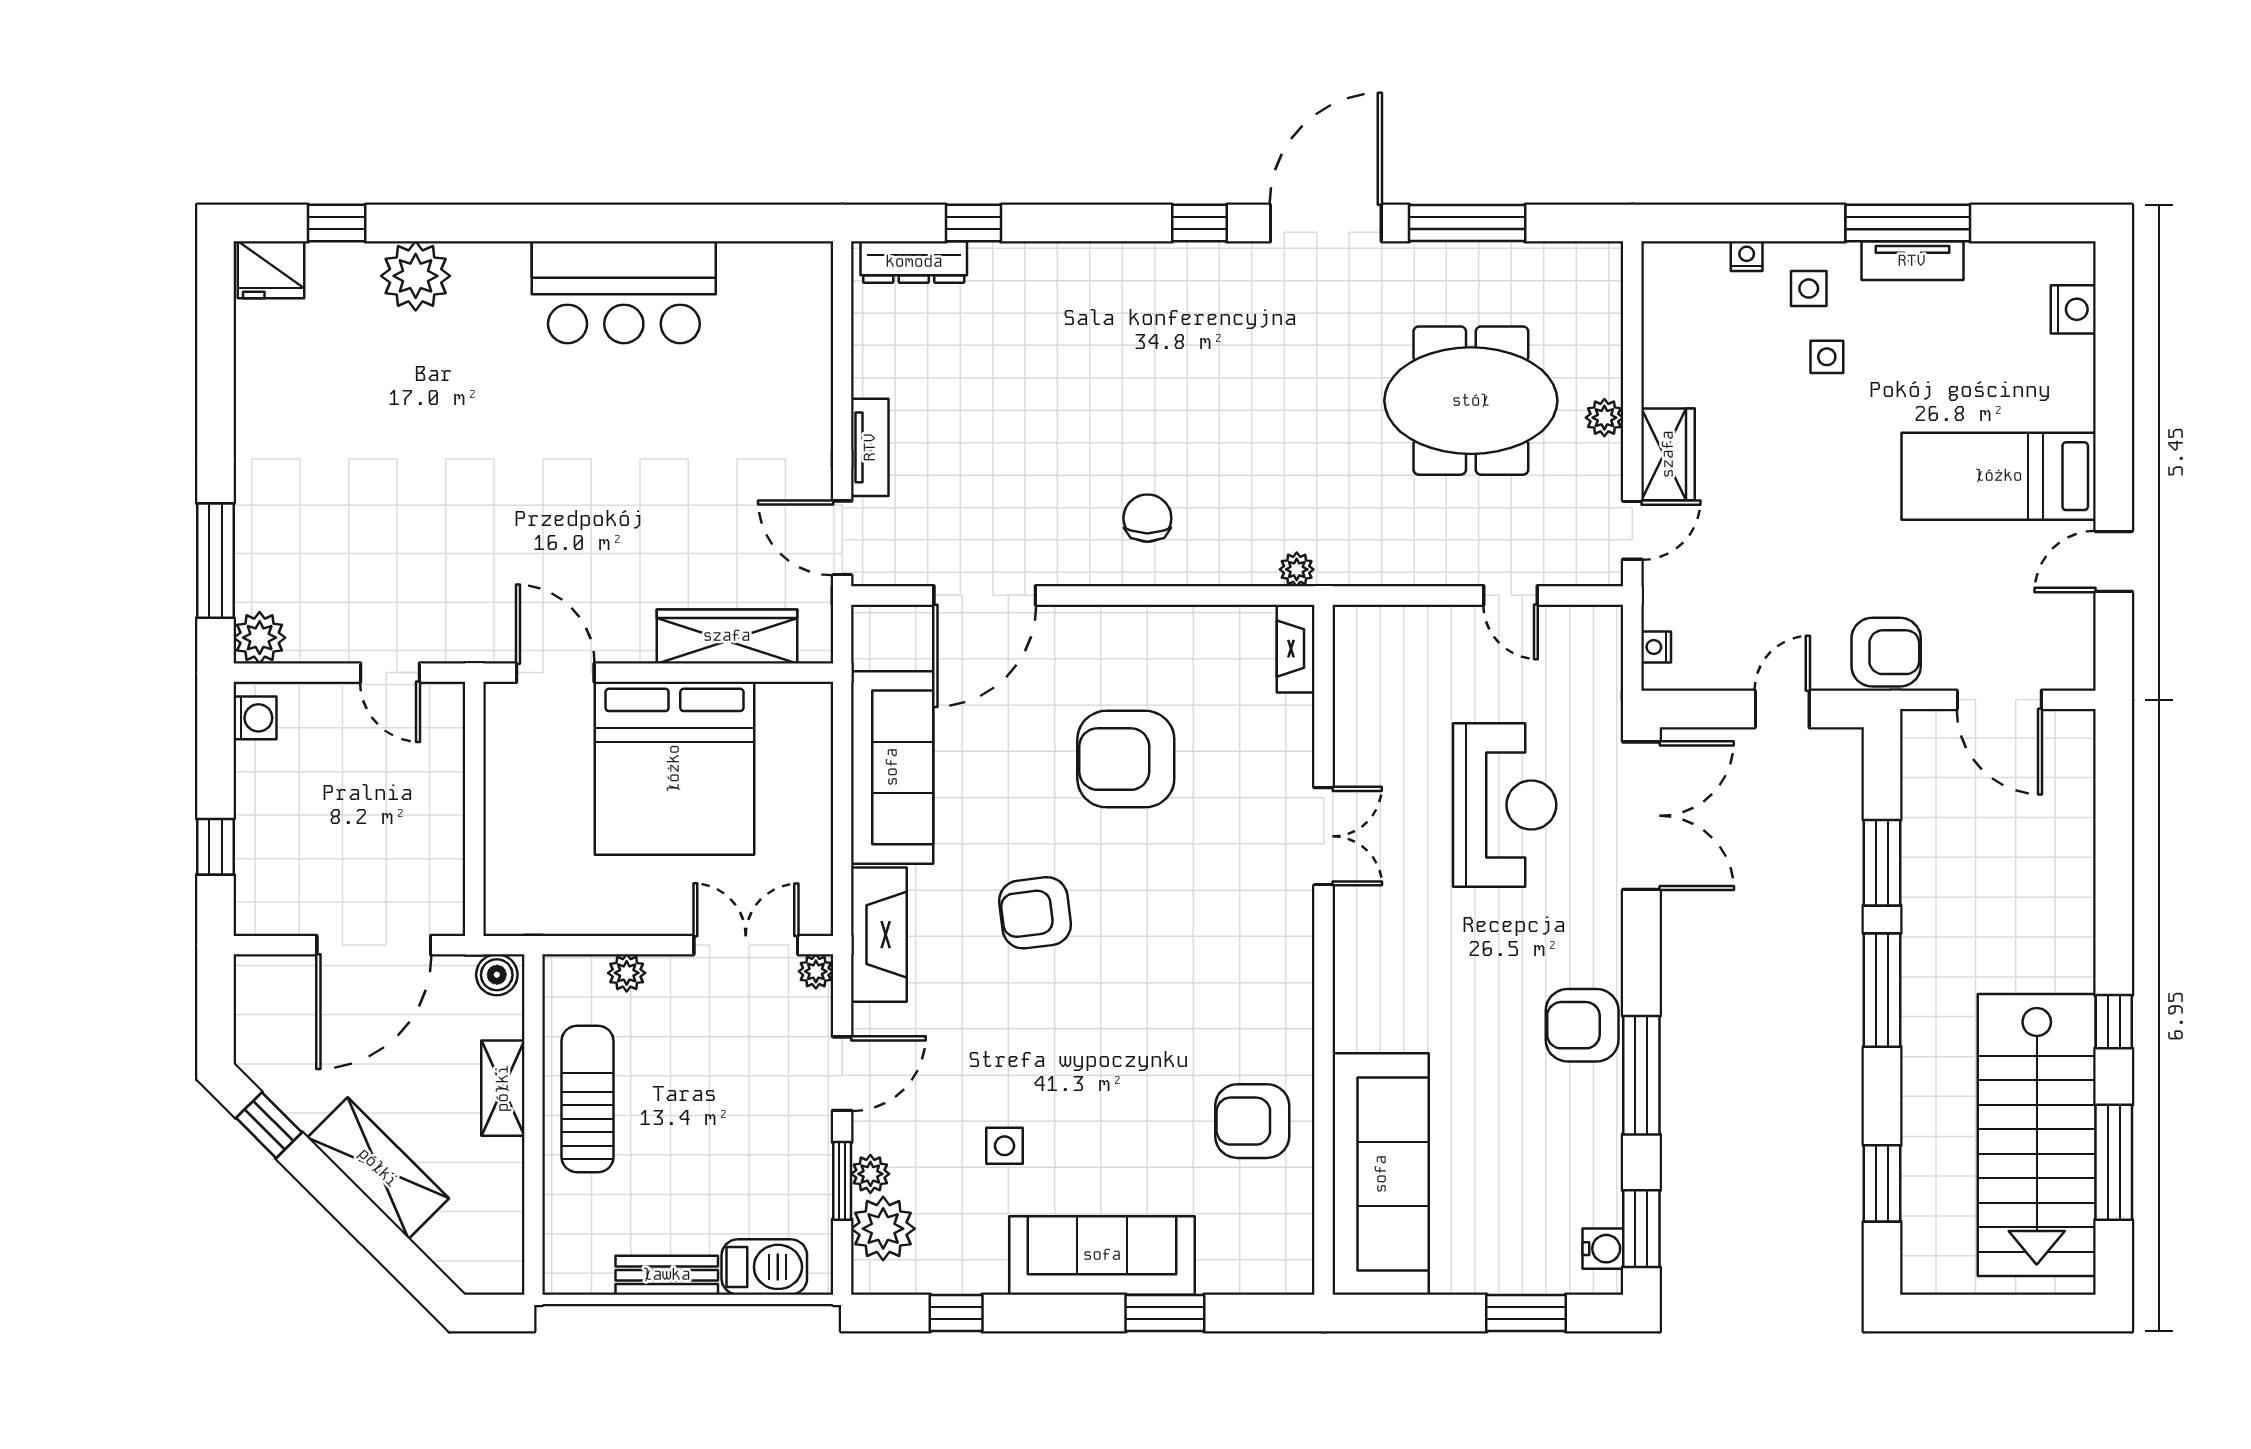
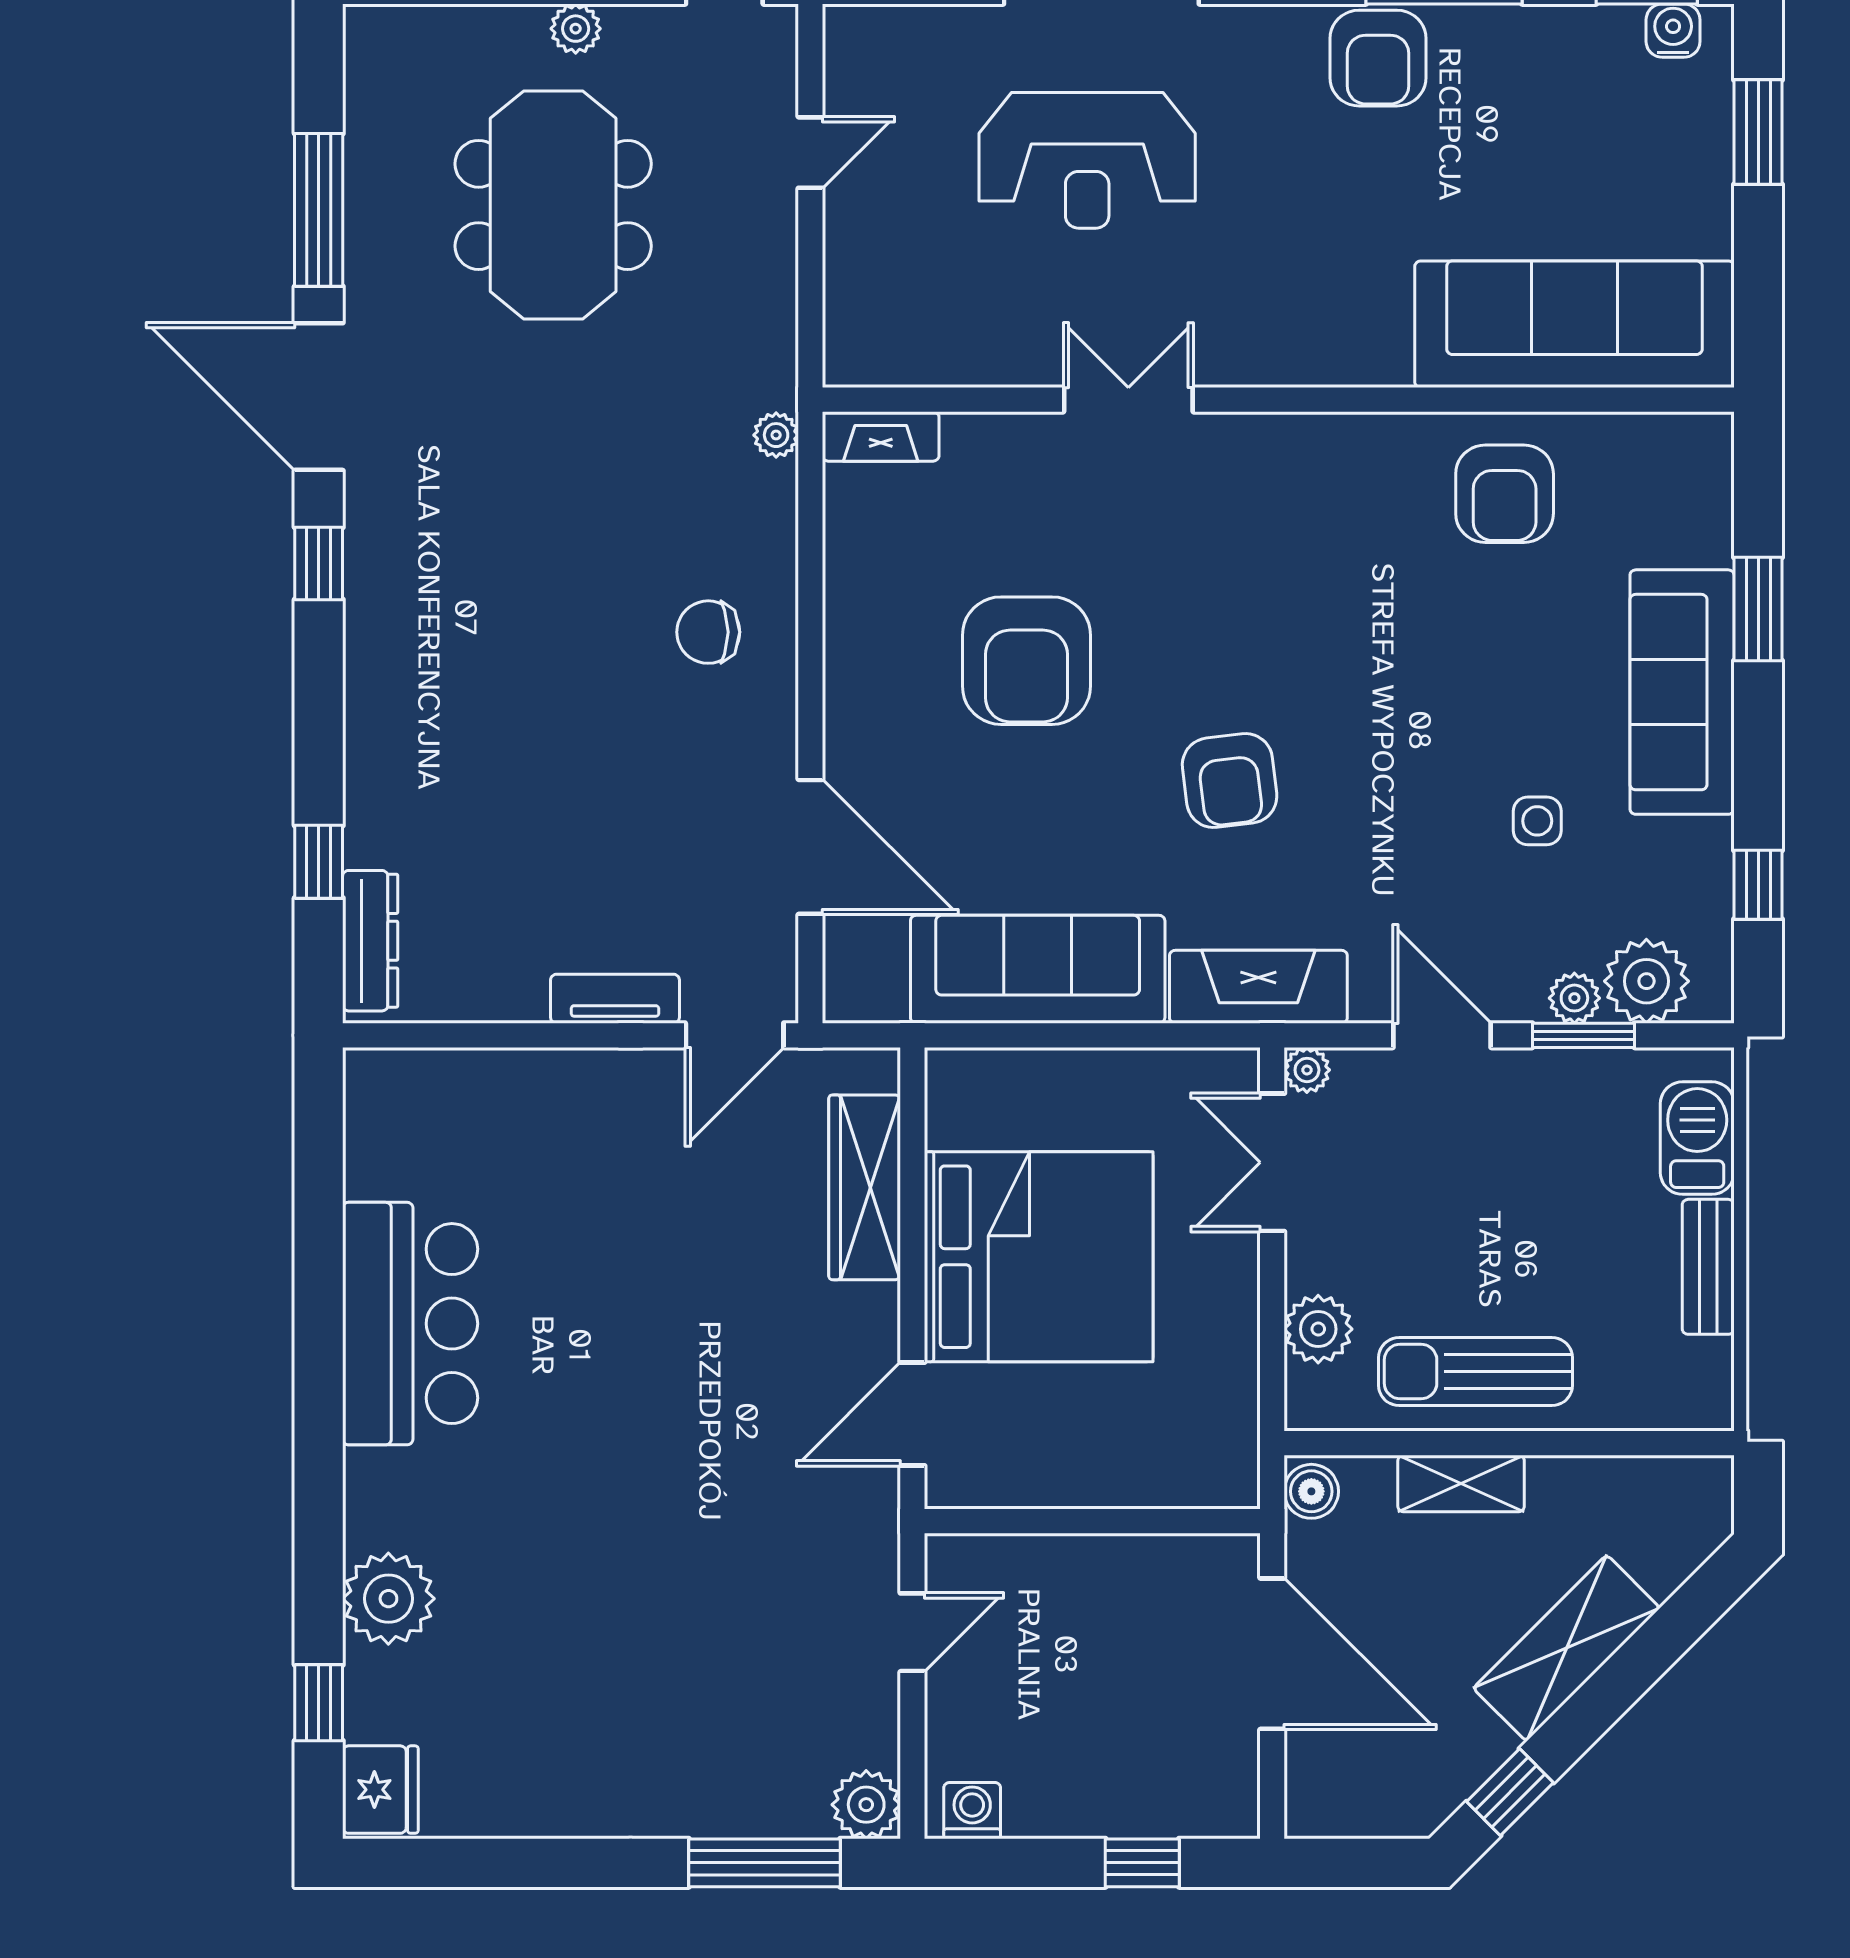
reception desk: (1505, 805) -> (1087, 160), turned 180
plant: (627, 973) -> (1318, 1329), width x1.38, depth x1.38

